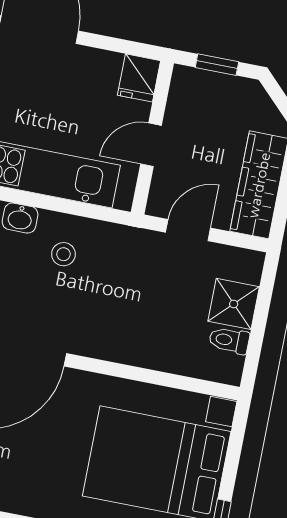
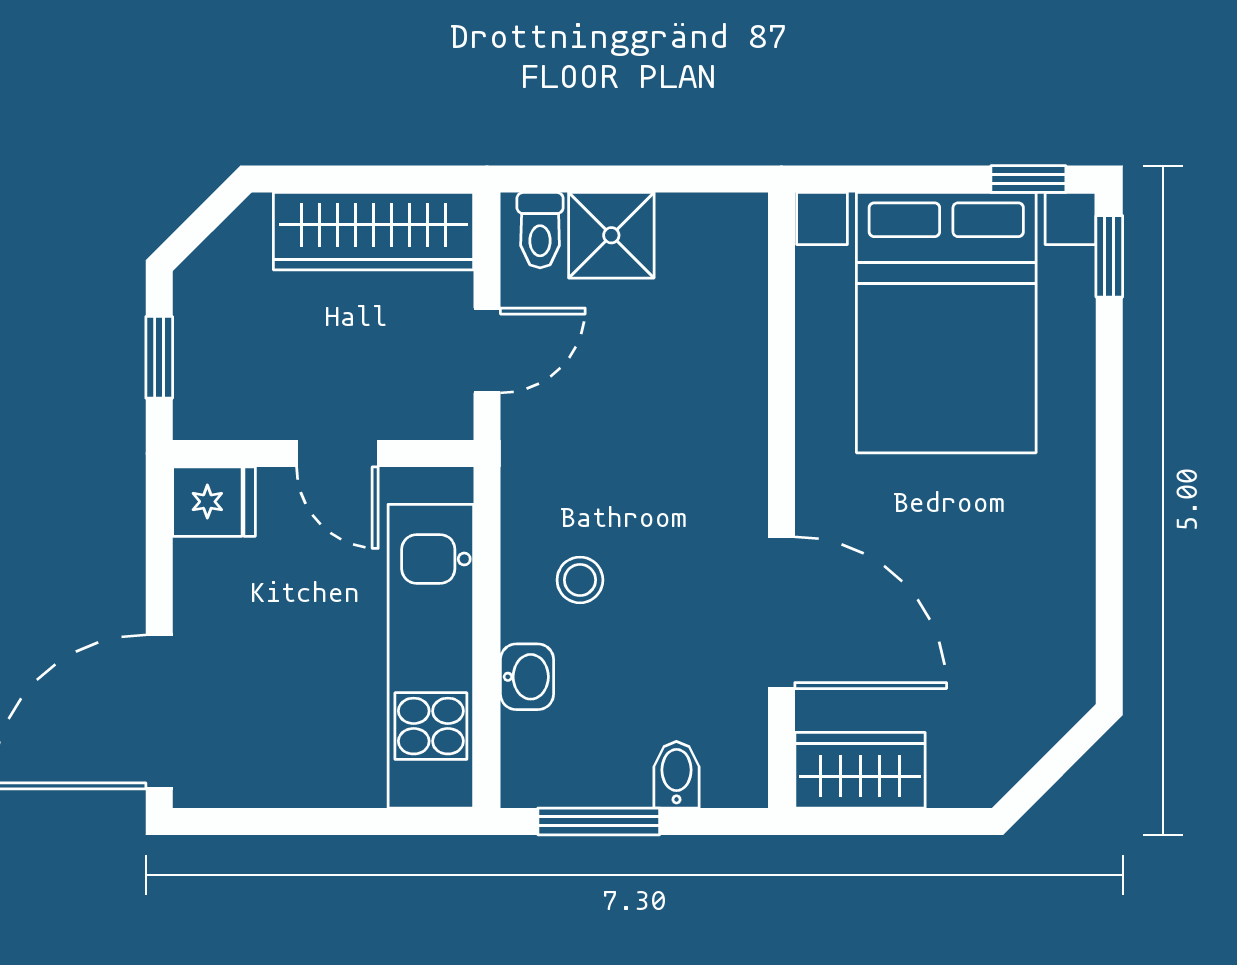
door: (188, 230) -> (487, 350), swing flipped
toilet: (229, 340) -> (540, 230), moved

